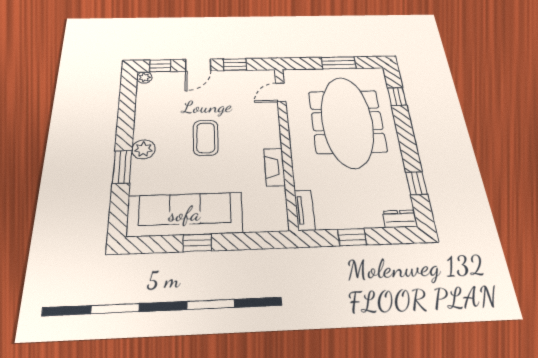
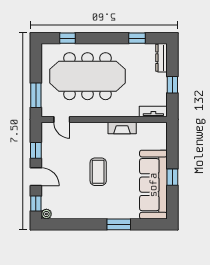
window: (339, 63) -> (36, 95), moved
coffee table: (206, 138) -> (98, 172), turned 90
plant: (143, 149) -> (106, 212), removed
dresser: (400, 219) -> (161, 58), width x1.44

